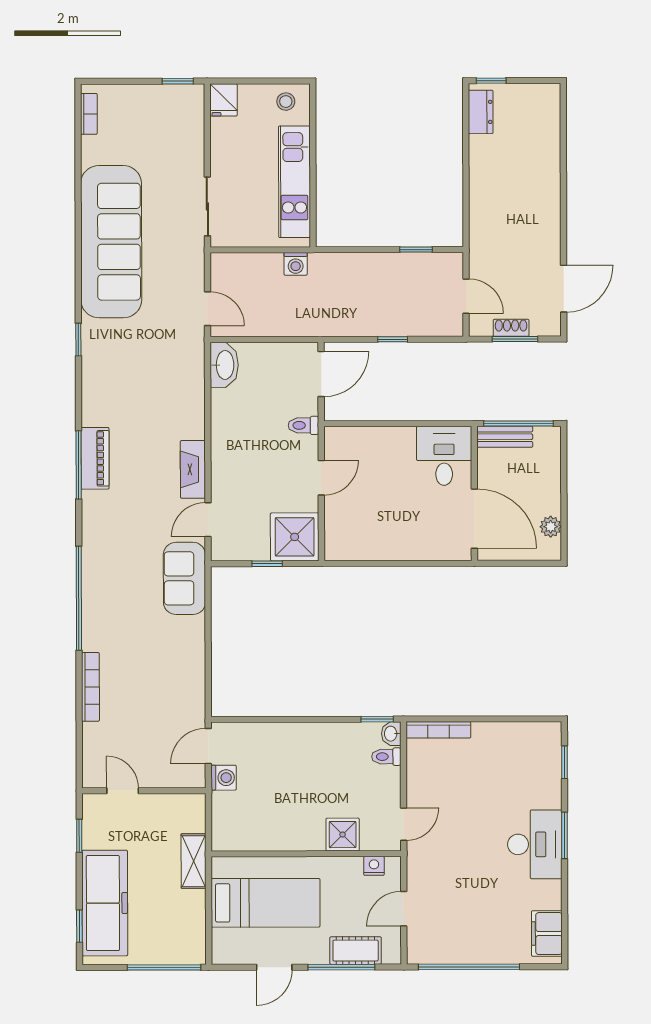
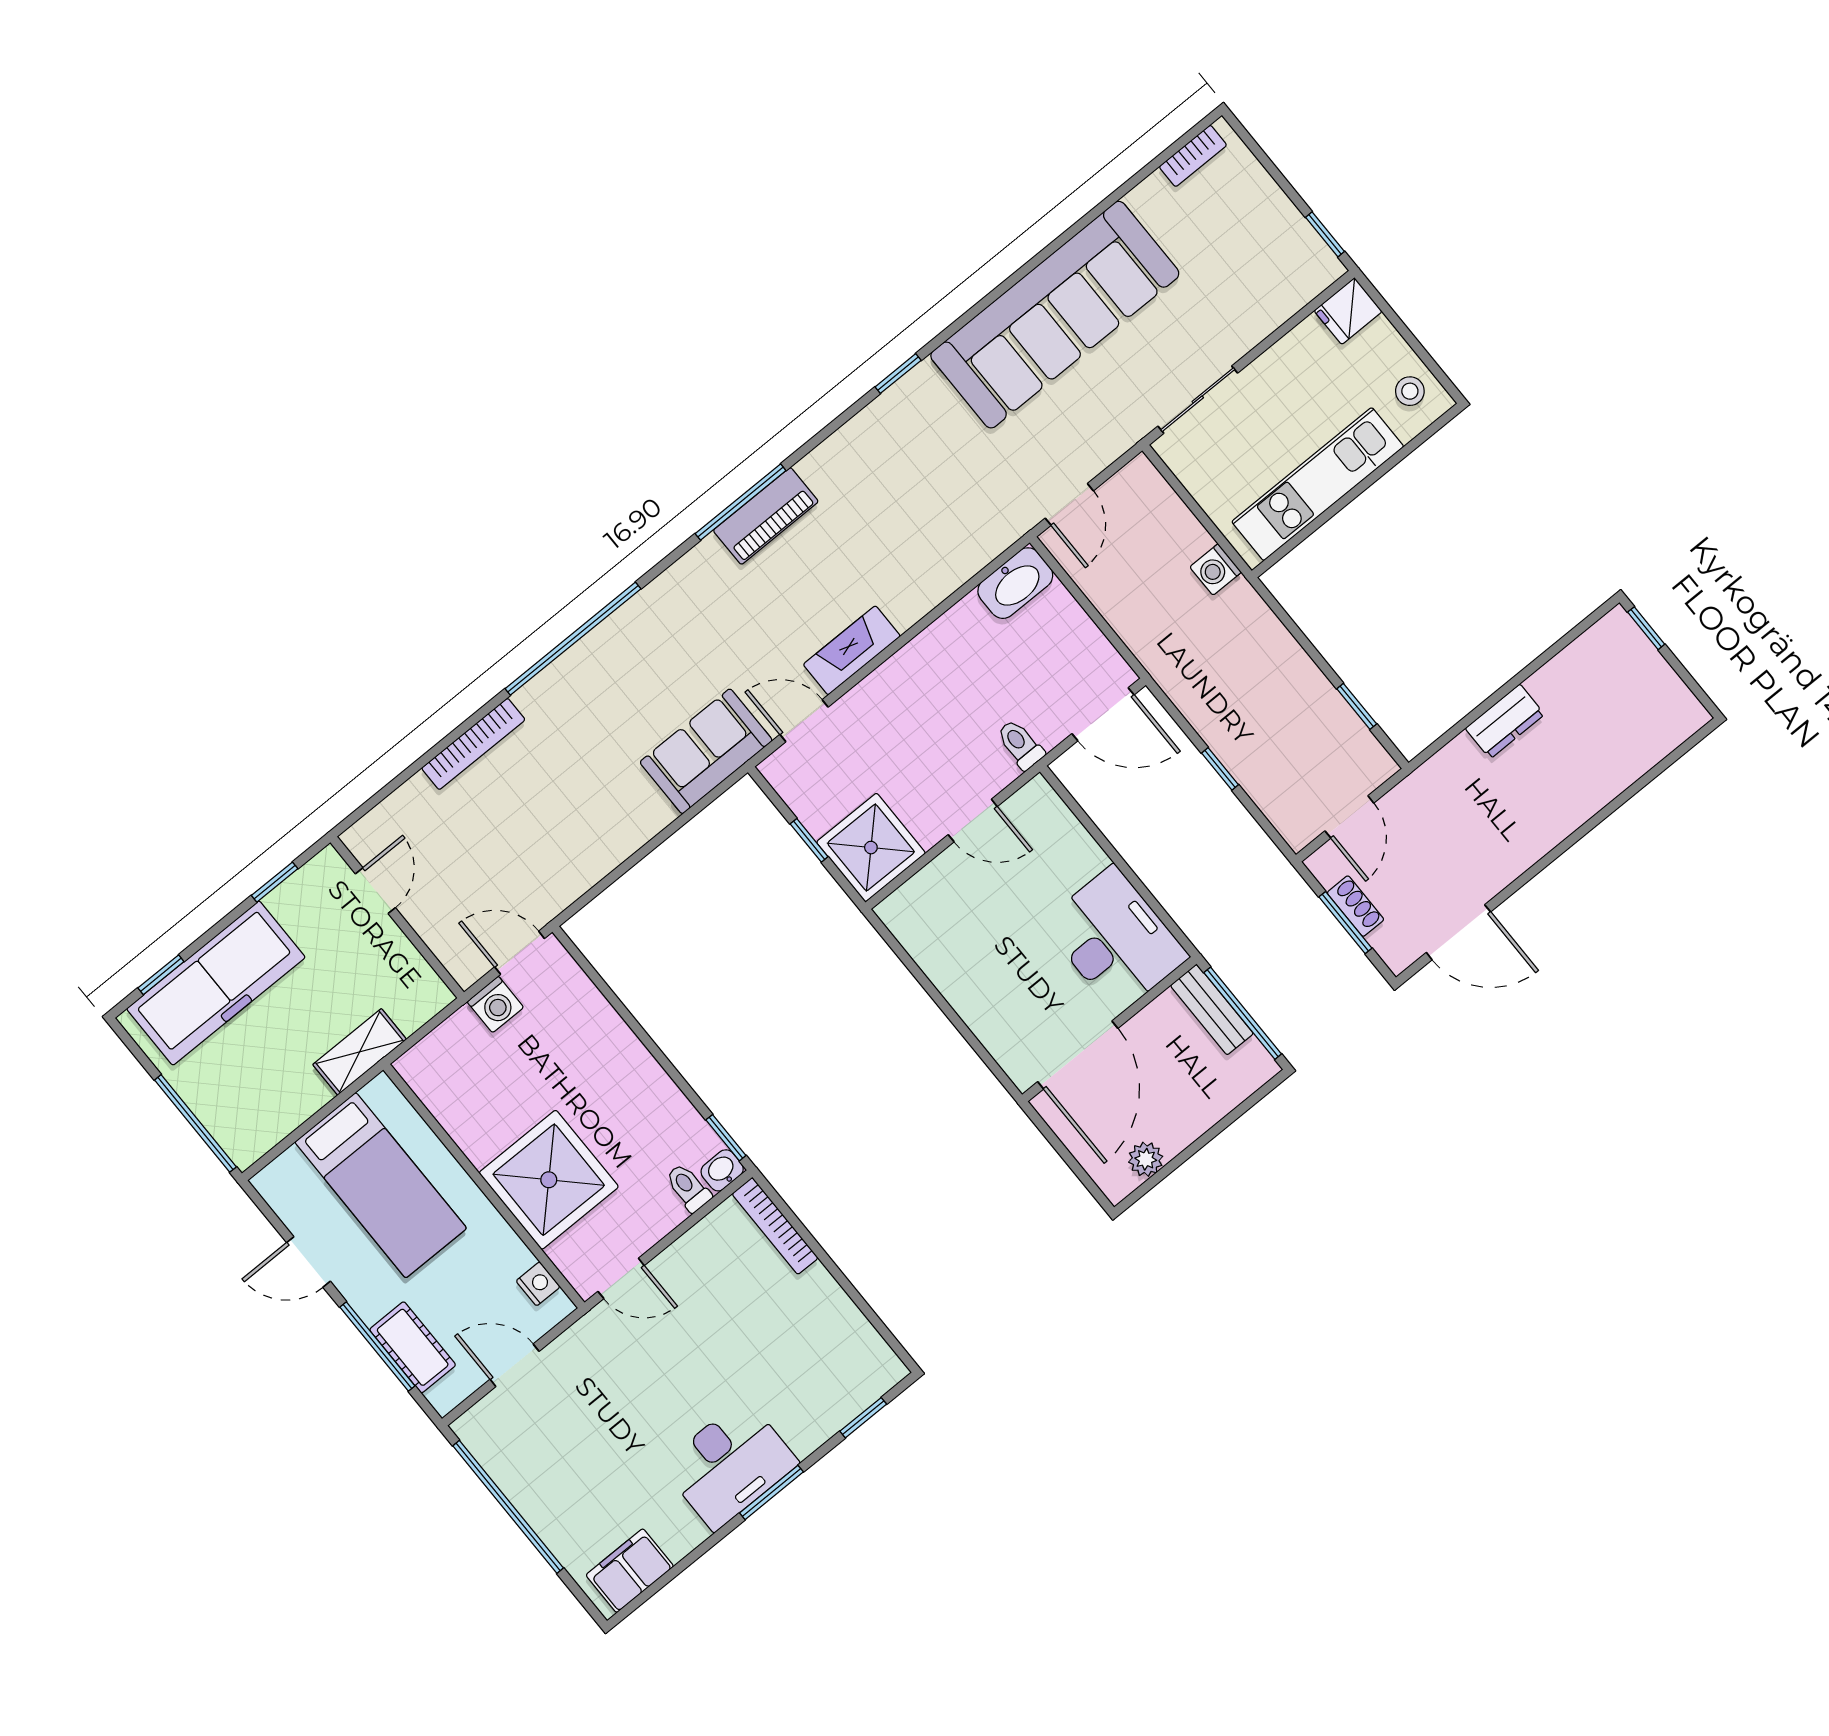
dresser: (481, 112) -> (1505, 721), moved
desk: (444, 456) -> (1115, 940), width x1.37
shower: (343, 835) -> (549, 1180), width x1.86, depth x1.86

